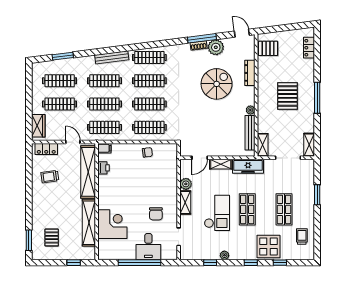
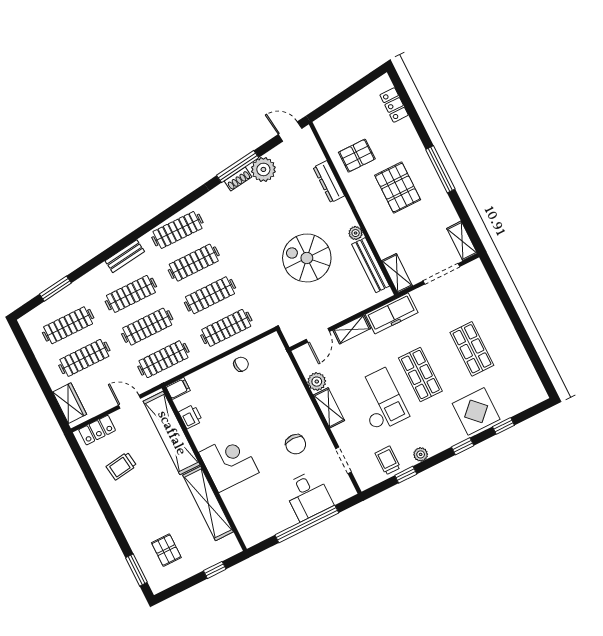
pallet: (268, 48) -> (357, 156), moved
bench: (112, 57) -> (125, 256), width x0.73
spiral stairs: (217, 84) -> (307, 258), moved, turned -90
window: (317, 195) -> (508, 305), removed
corner desk: (112, 224) -> (229, 462), moved
trolley: (302, 236) -> (388, 460), moved

